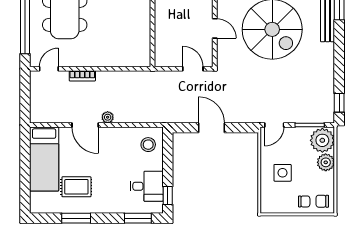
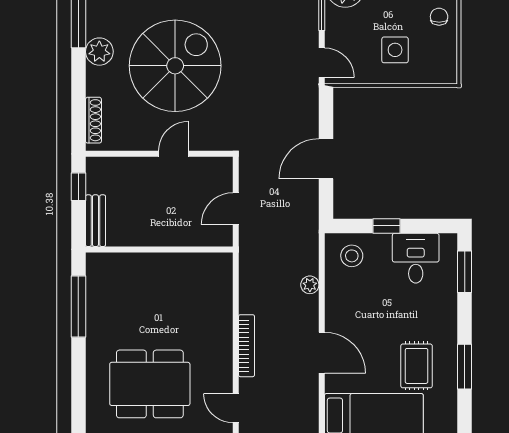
door: (193, 69) -> (236, 209), moved
bookcase: (82, 76) -> (246, 346), width x1.56
plant: (108, 117) -> (310, 285), moved
door: (85, 125) -> (322, 353), hinge flipped
window: (168, 196) -> (387, 226), moved

